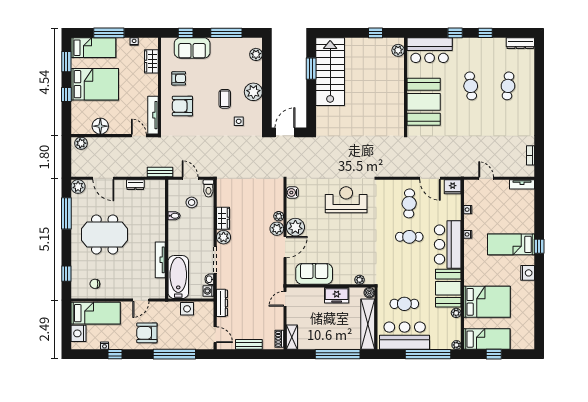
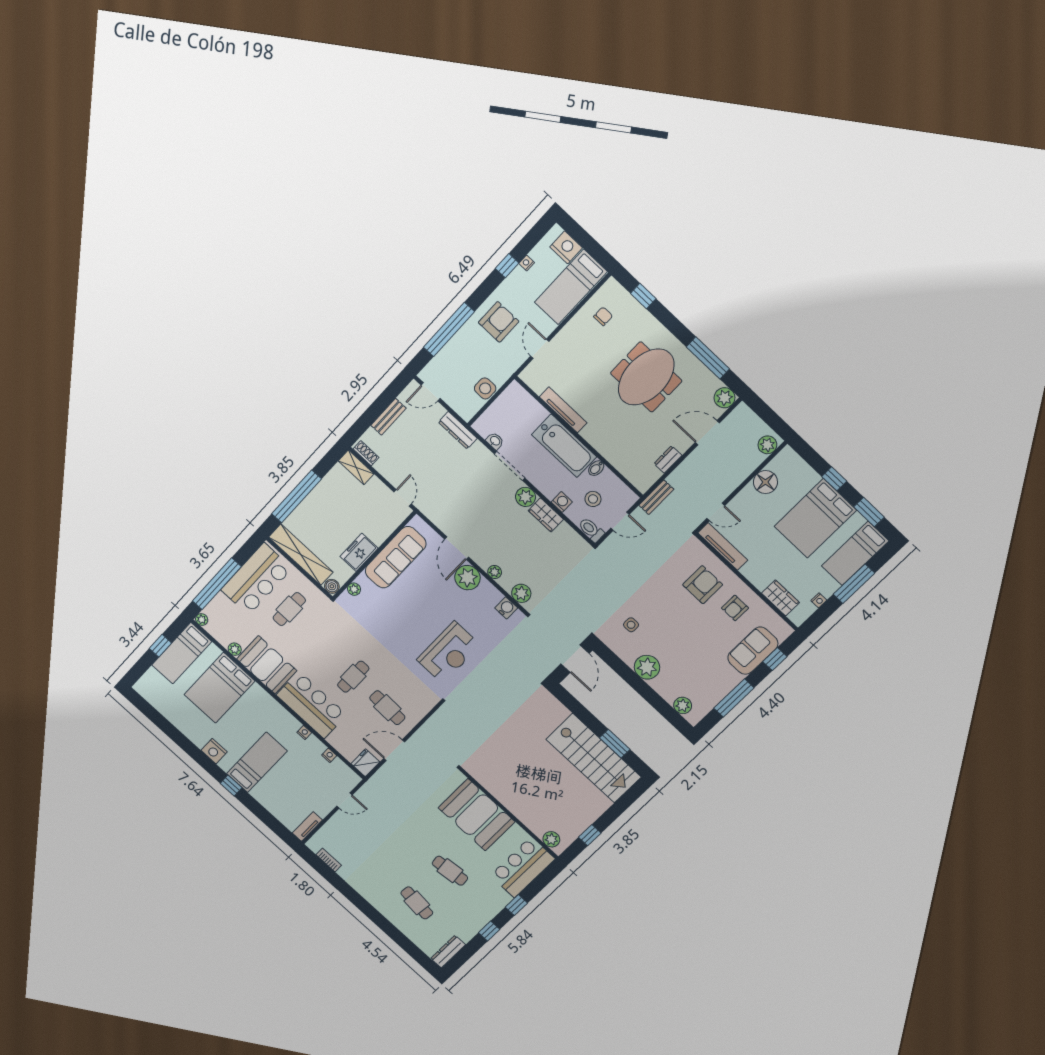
coffee table: (225, 99) -> (668, 633), removed
plant: (277, 229) -> (521, 593), moved
sofa: (314, 274) -> (396, 557), width x1.36
bathtub: (178, 277) -> (564, 446), moved
washing machine: (208, 291) -> (562, 502), moved

